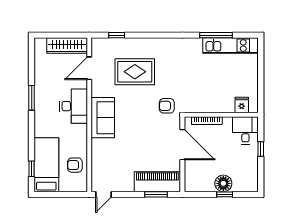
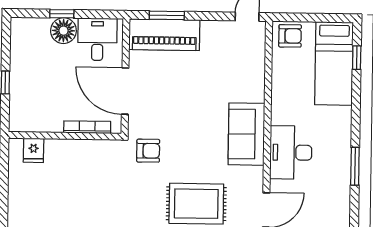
desk: (245, 130) -> (97, 39), moved, turned 180
armchair: (75, 165) -> (290, 36), moved

